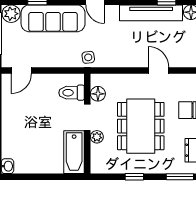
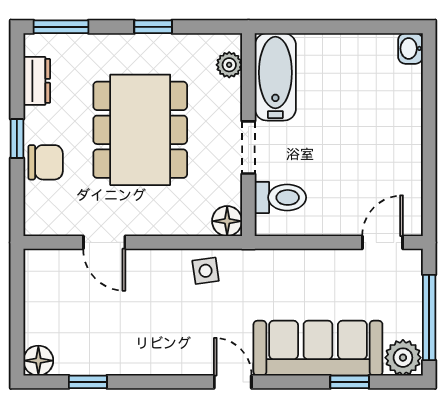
tv unit: (151, 13) -> (119, 359), removed
side table: (88, 57) -> (206, 271), moved
floor lamp: (98, 94) -> (227, 221), moved
plant: (97, 137) -> (229, 65), moved

